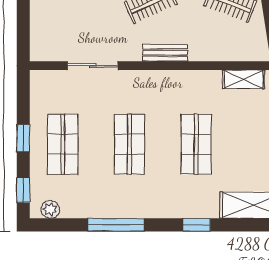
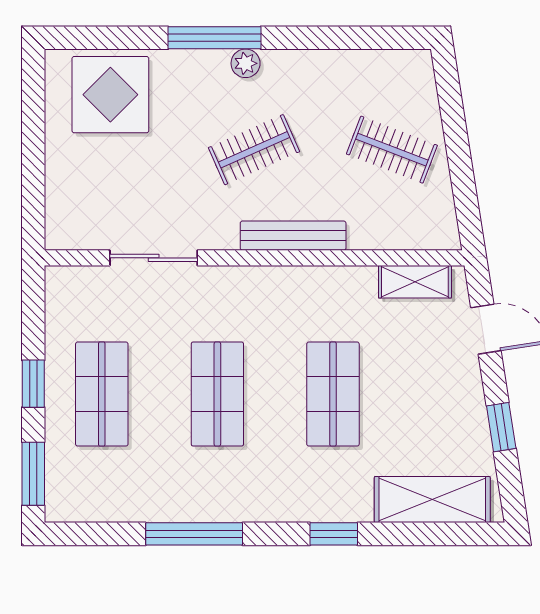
bench: (165, 53) -> (293, 236), width x1.36
window: (23, 190) -> (33, 474), width x1.50
plant: (50, 209) -> (80, 507), removed

